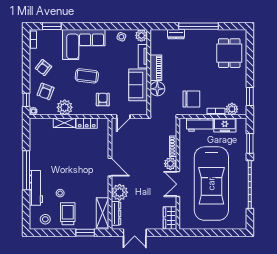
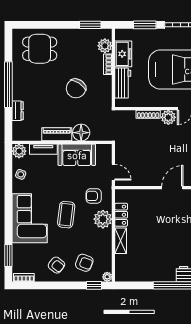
chair: (191, 99) -> (76, 88), moved, turned -146
plant: (65, 107) -> (103, 219), moved

